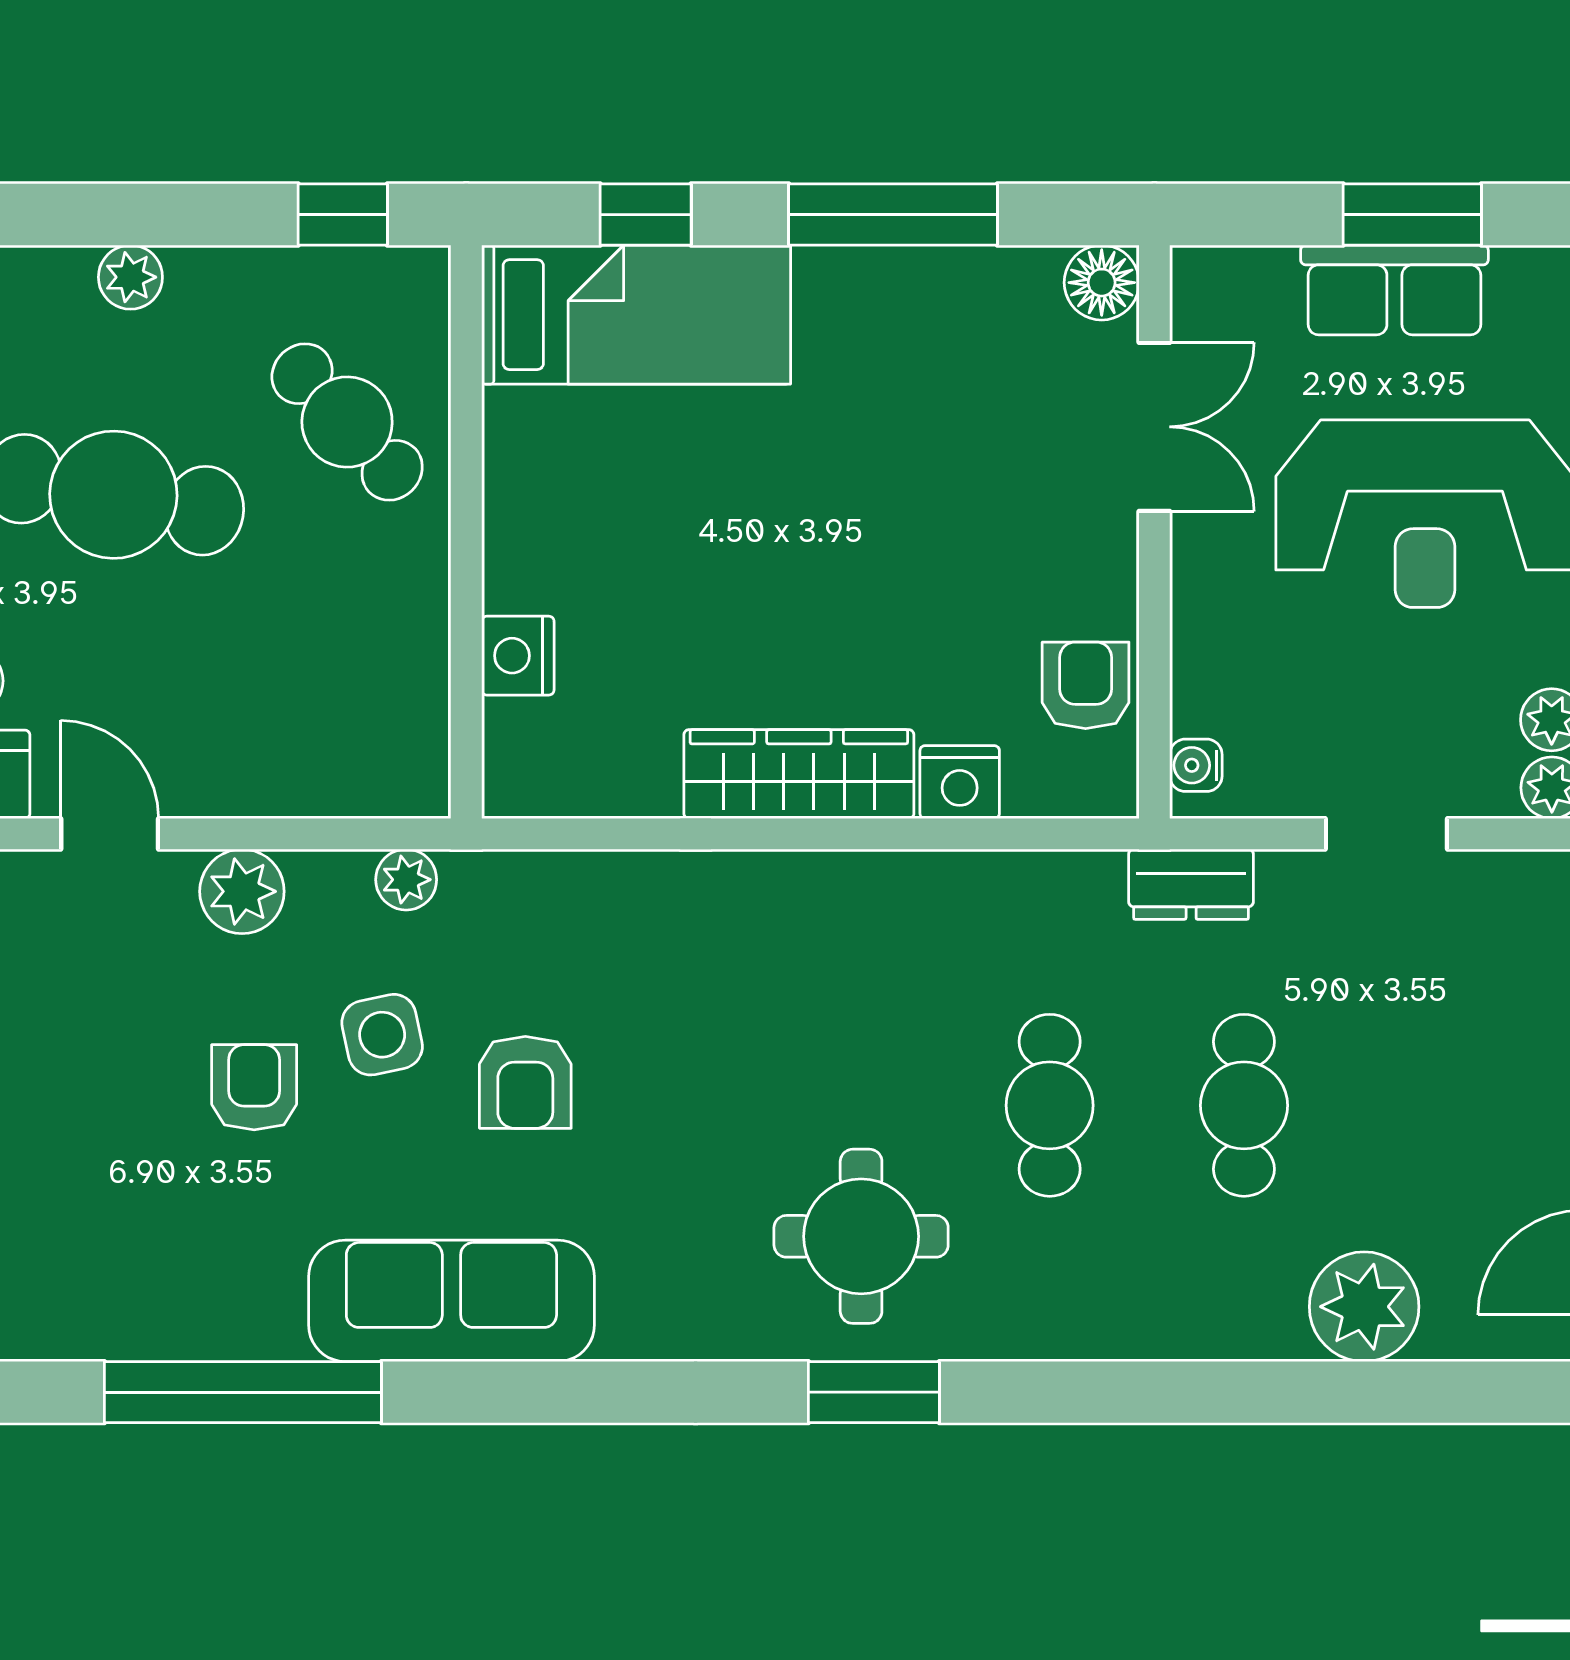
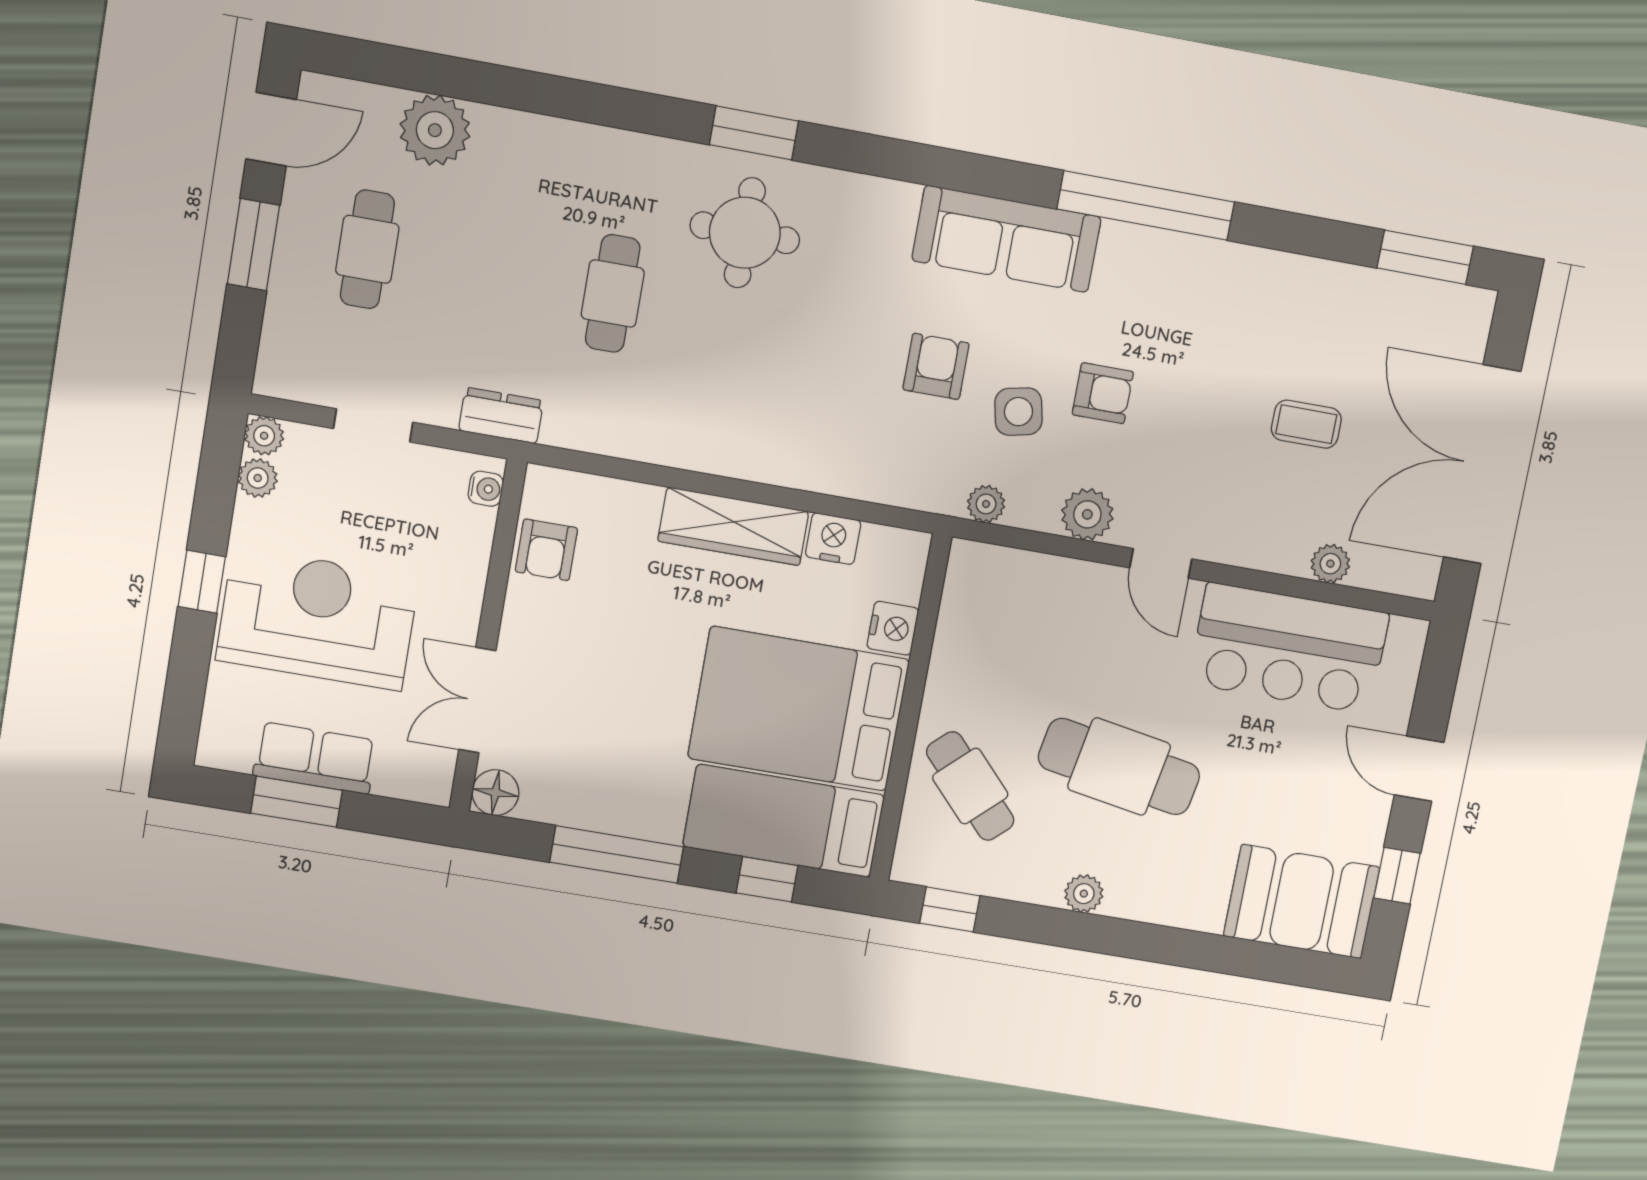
bed: (644, 500) -> (799, 709), added
nightstand: (960, 782) -> (833, 539), moved
armchair: (254, 1087) -> (1103, 393), turned -90
cafe table: (1244, 1105) -> (367, 249), moved

